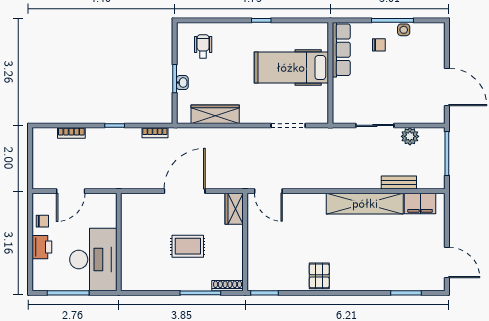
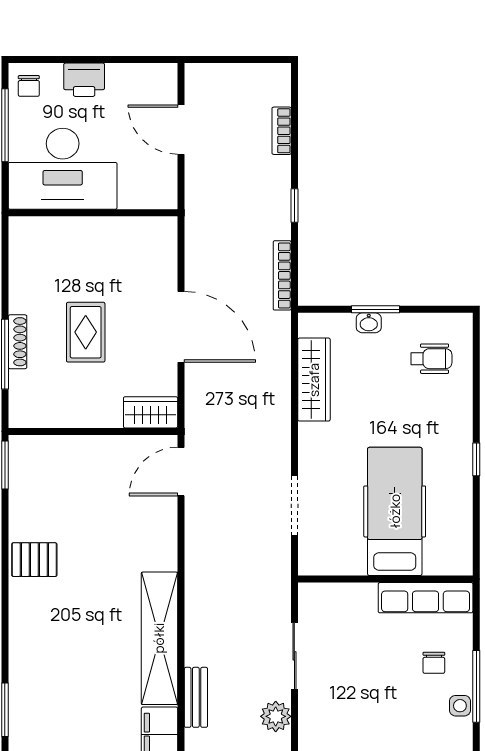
bookcase: (155, 133) -> (282, 275), width x1.56
chair: (42, 221) -> (29, 86), moved
shoe rack: (228, 286) -> (18, 342), moved

